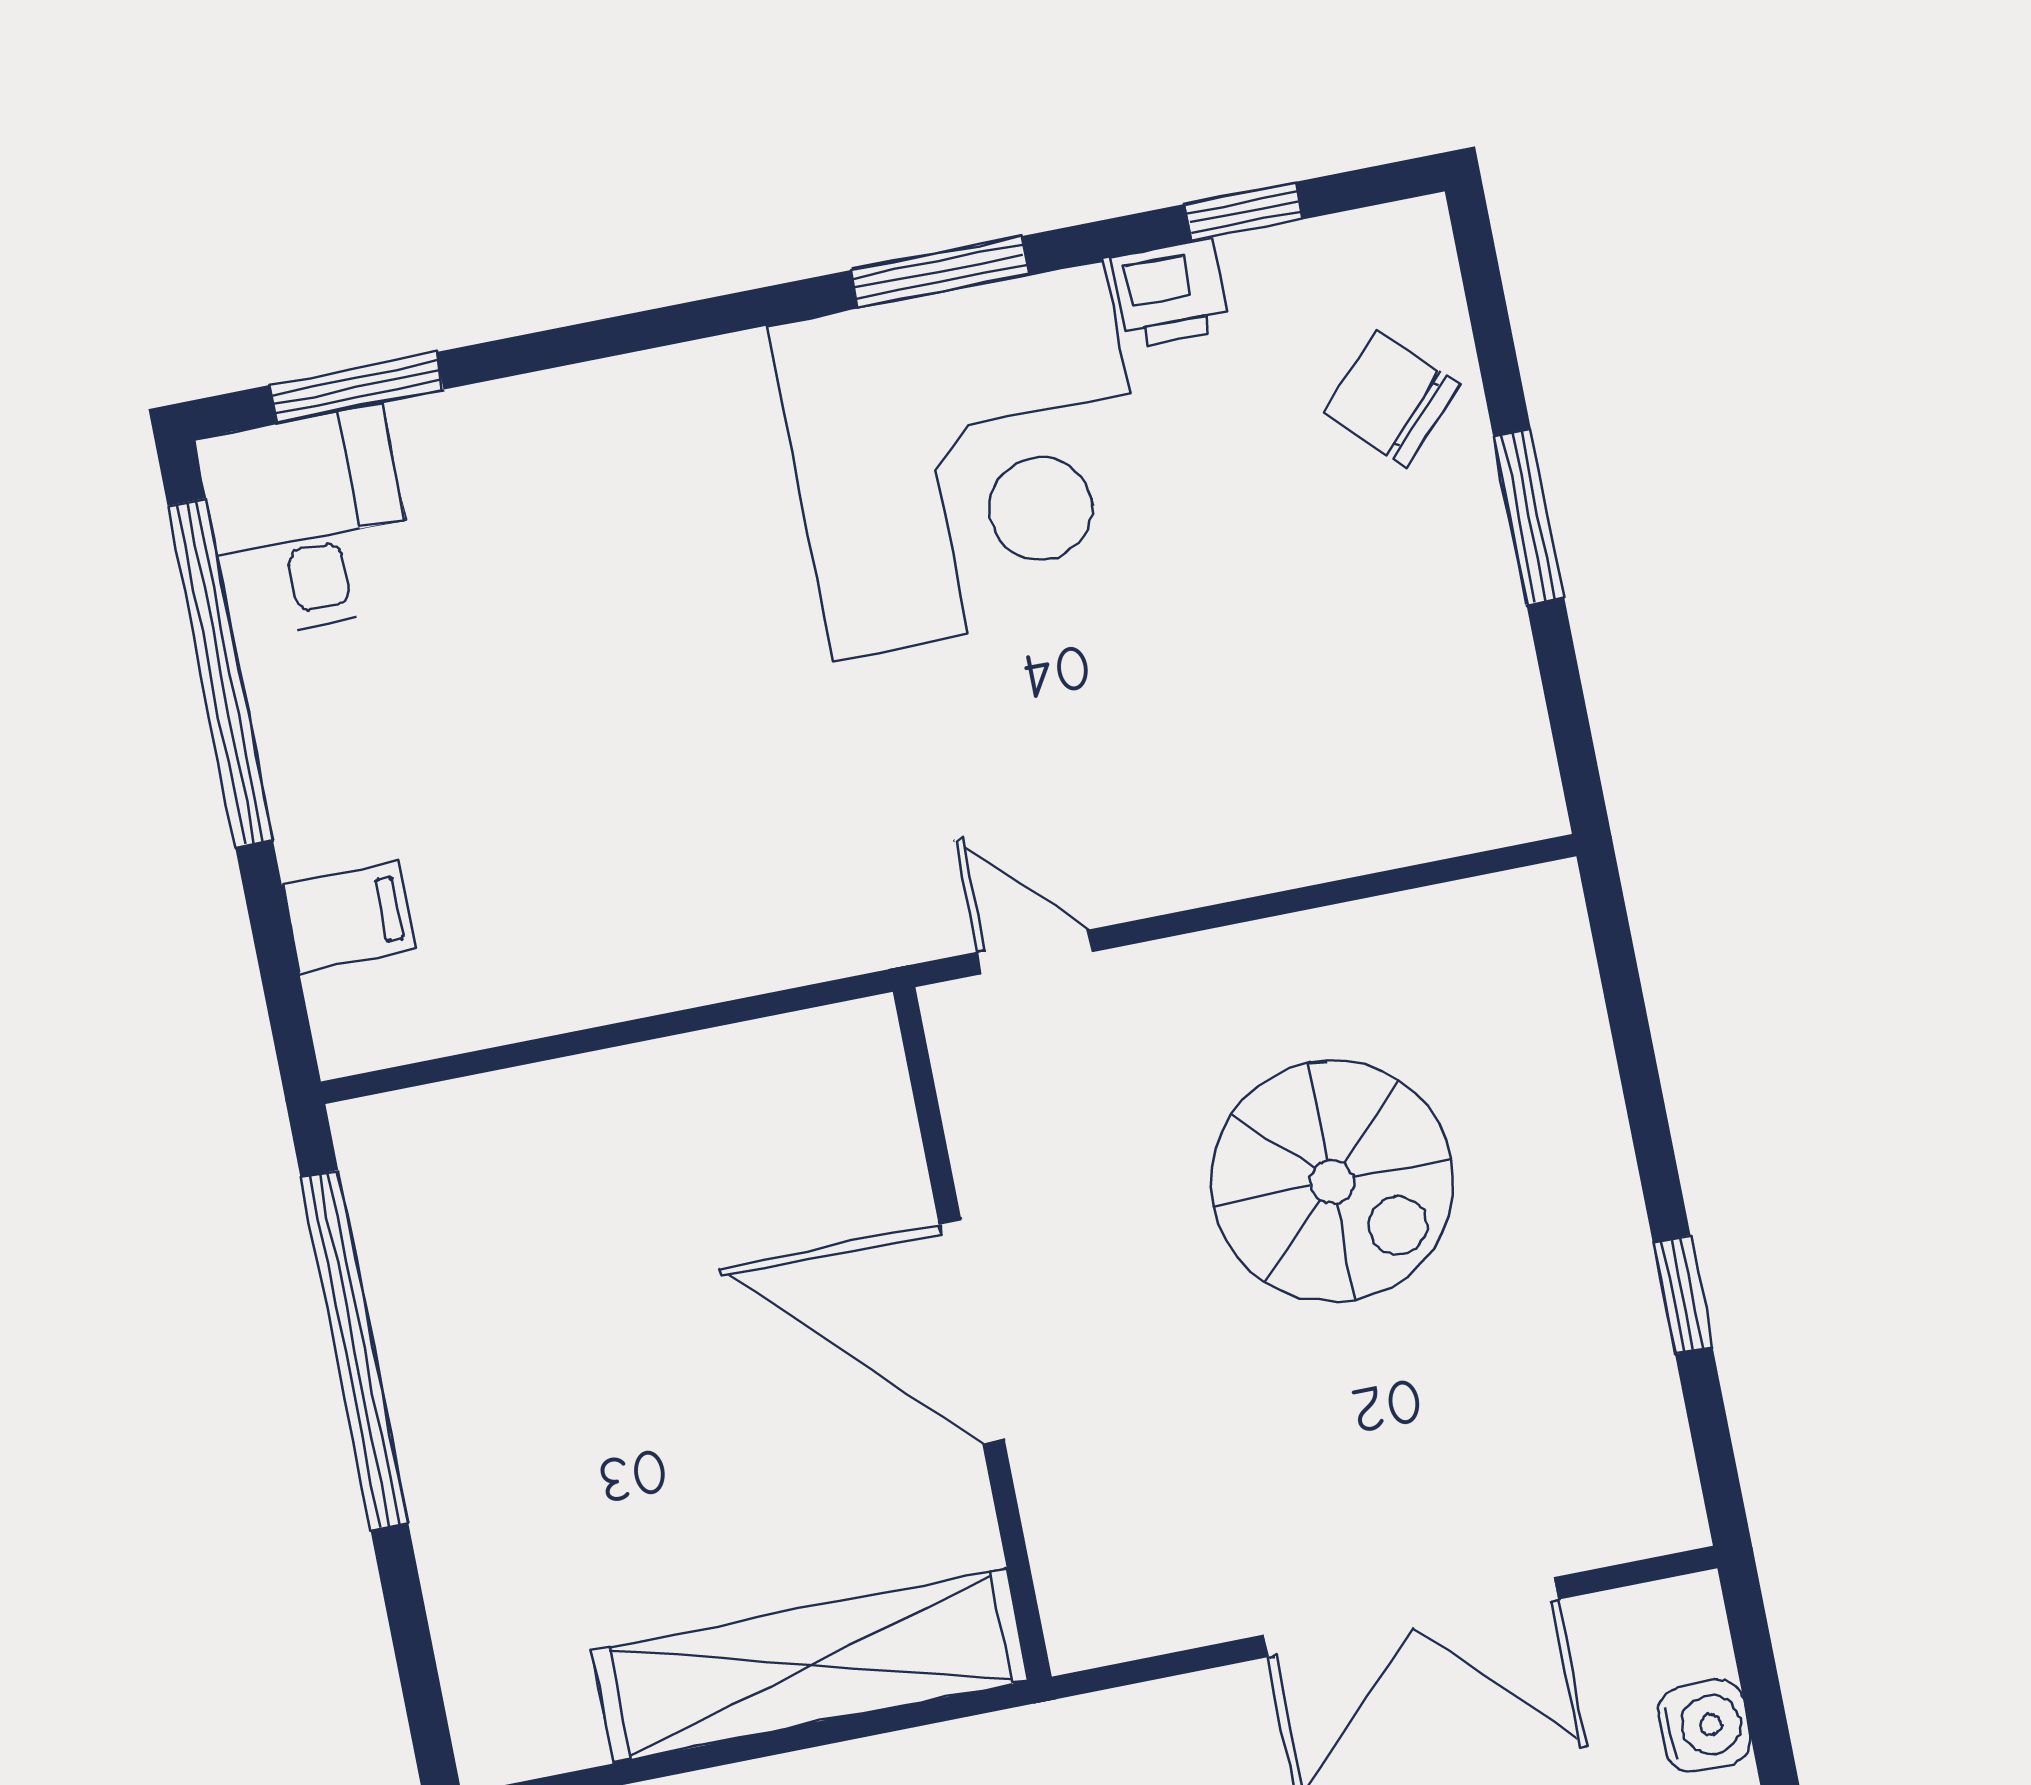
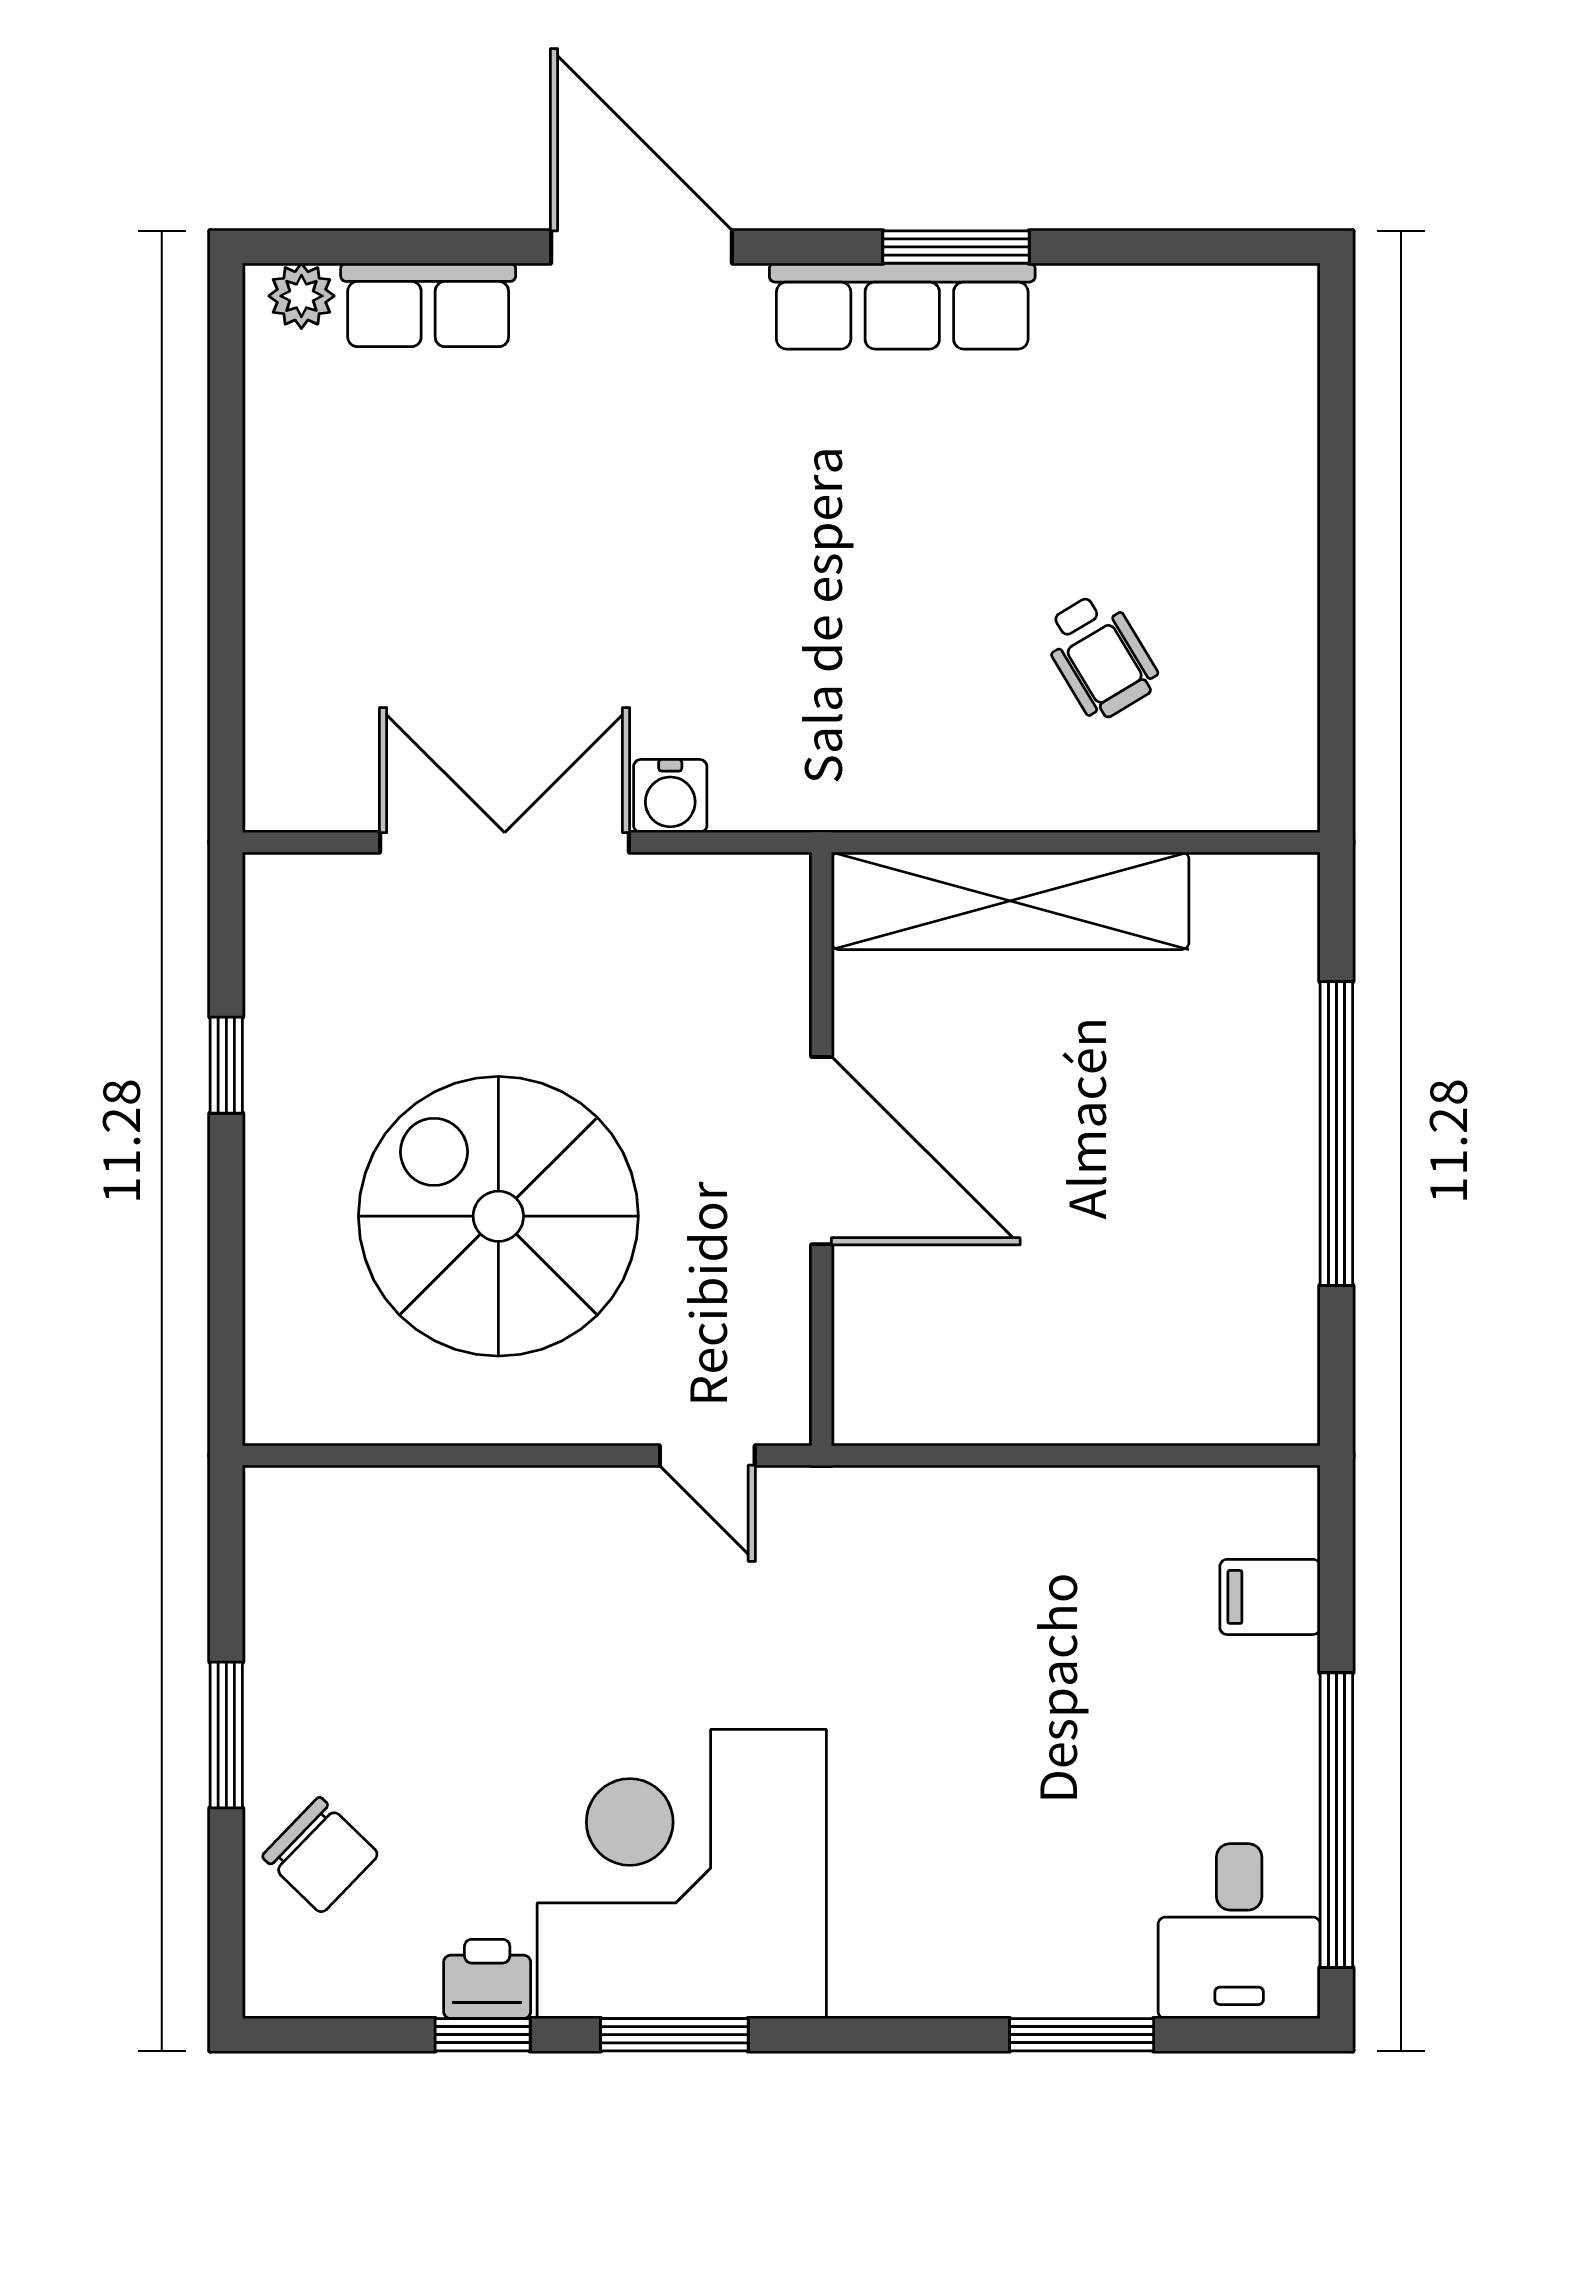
window: (1244, 212) -> (483, 2035), moved
window: (356, 387) -> (1082, 2035), moved
spiral stairs: (1332, 1182) -> (498, 1216), width x1.37, depth x1.37
window: (354, 1350) -> (1336, 1134), moved
water cooler: (1704, 1726) -> (670, 796), moved, turned -90

